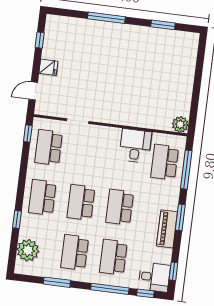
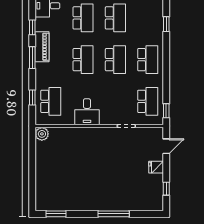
window: (163, 25) -> (56, 214), moved
desk: (135, 146) -> (87, 112), moved
window: (186, 170) -> (32, 97), width x0.46
window: (17, 219) -> (166, 24), moved
plant: (28, 250) -> (154, 15), removed
window: (173, 271) -> (32, 27), moved

